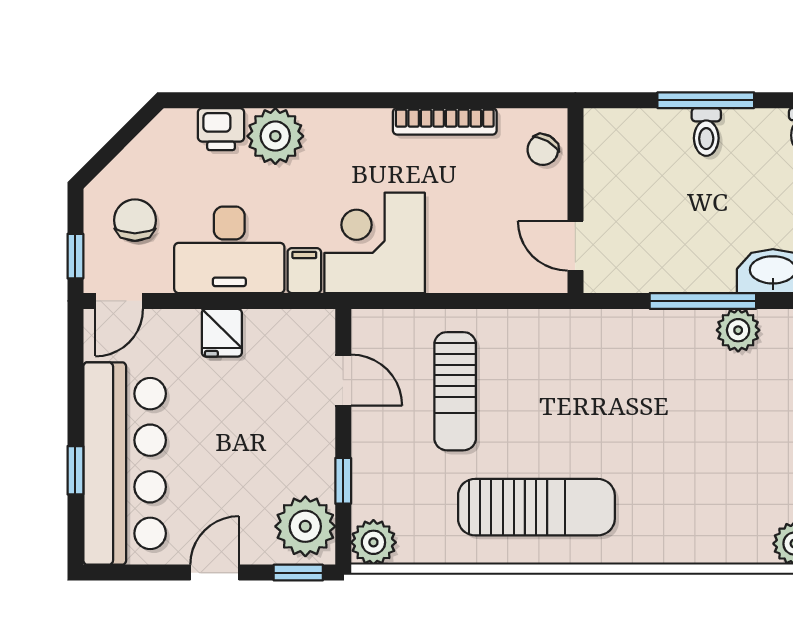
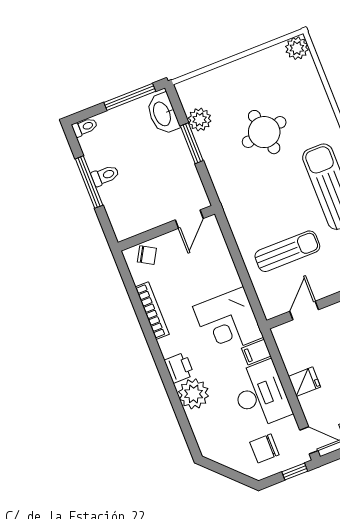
printer: (221, 129) -> (179, 368), moved
window: (703, 301) -> (192, 143), width x0.69
round table: (674, 432) -> (264, 132), added

